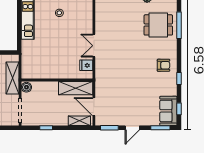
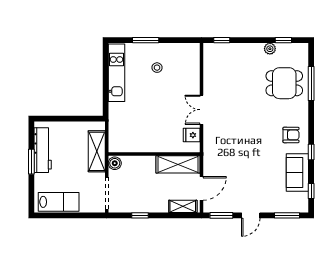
door: (94, 107) -> (201, 188), swing flipped
sofa: (168, 111) -> (297, 173), moved

